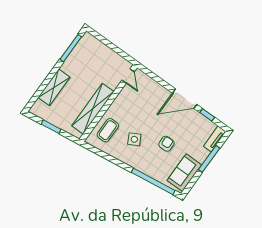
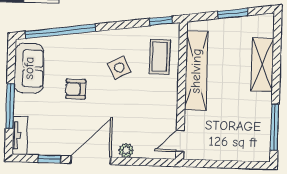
door: (128, 76) -> (180, 141), hinge flipped
plant: (161, 91) -> (126, 150), added
armchair: (166, 144) -> (76, 89), turned 90
window: (94, 150) -> (161, 21), added

